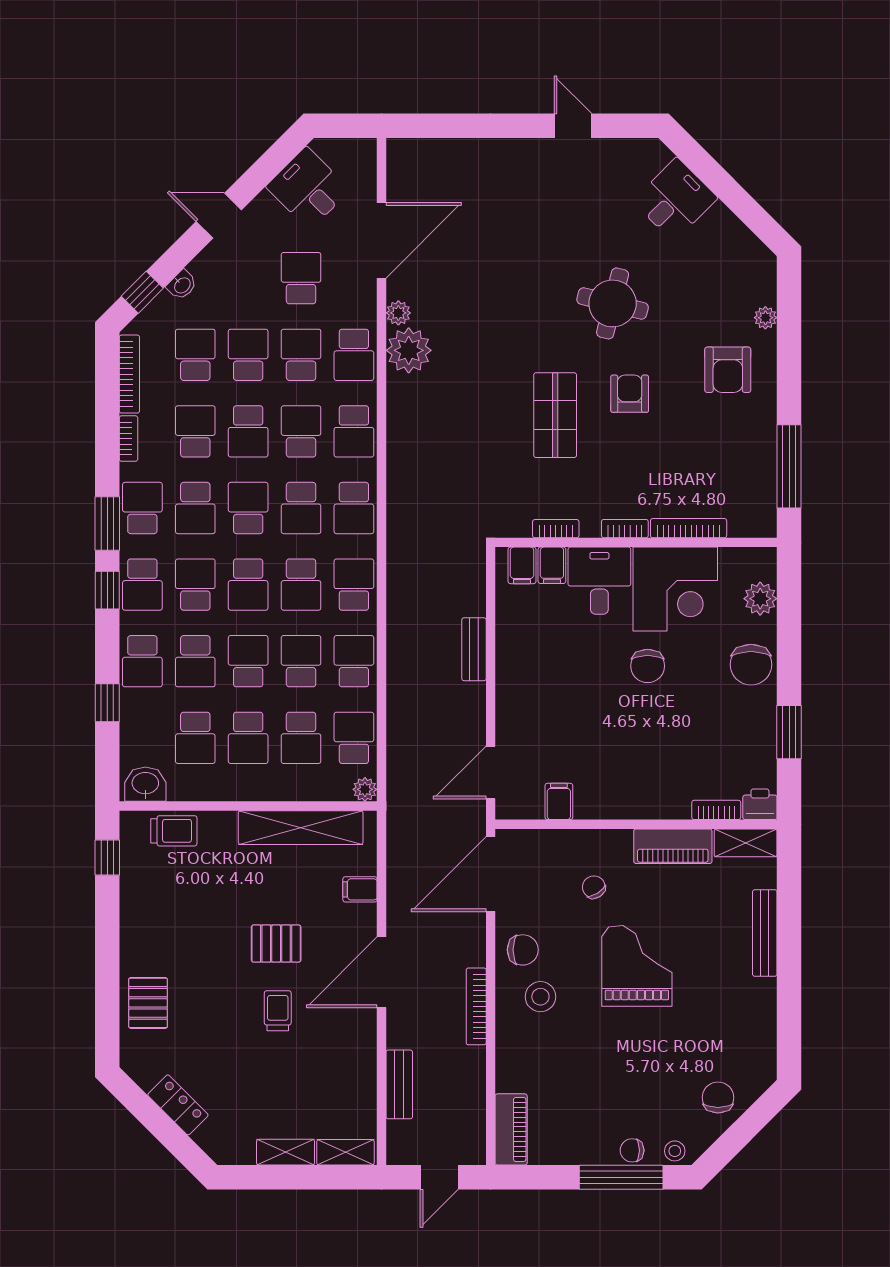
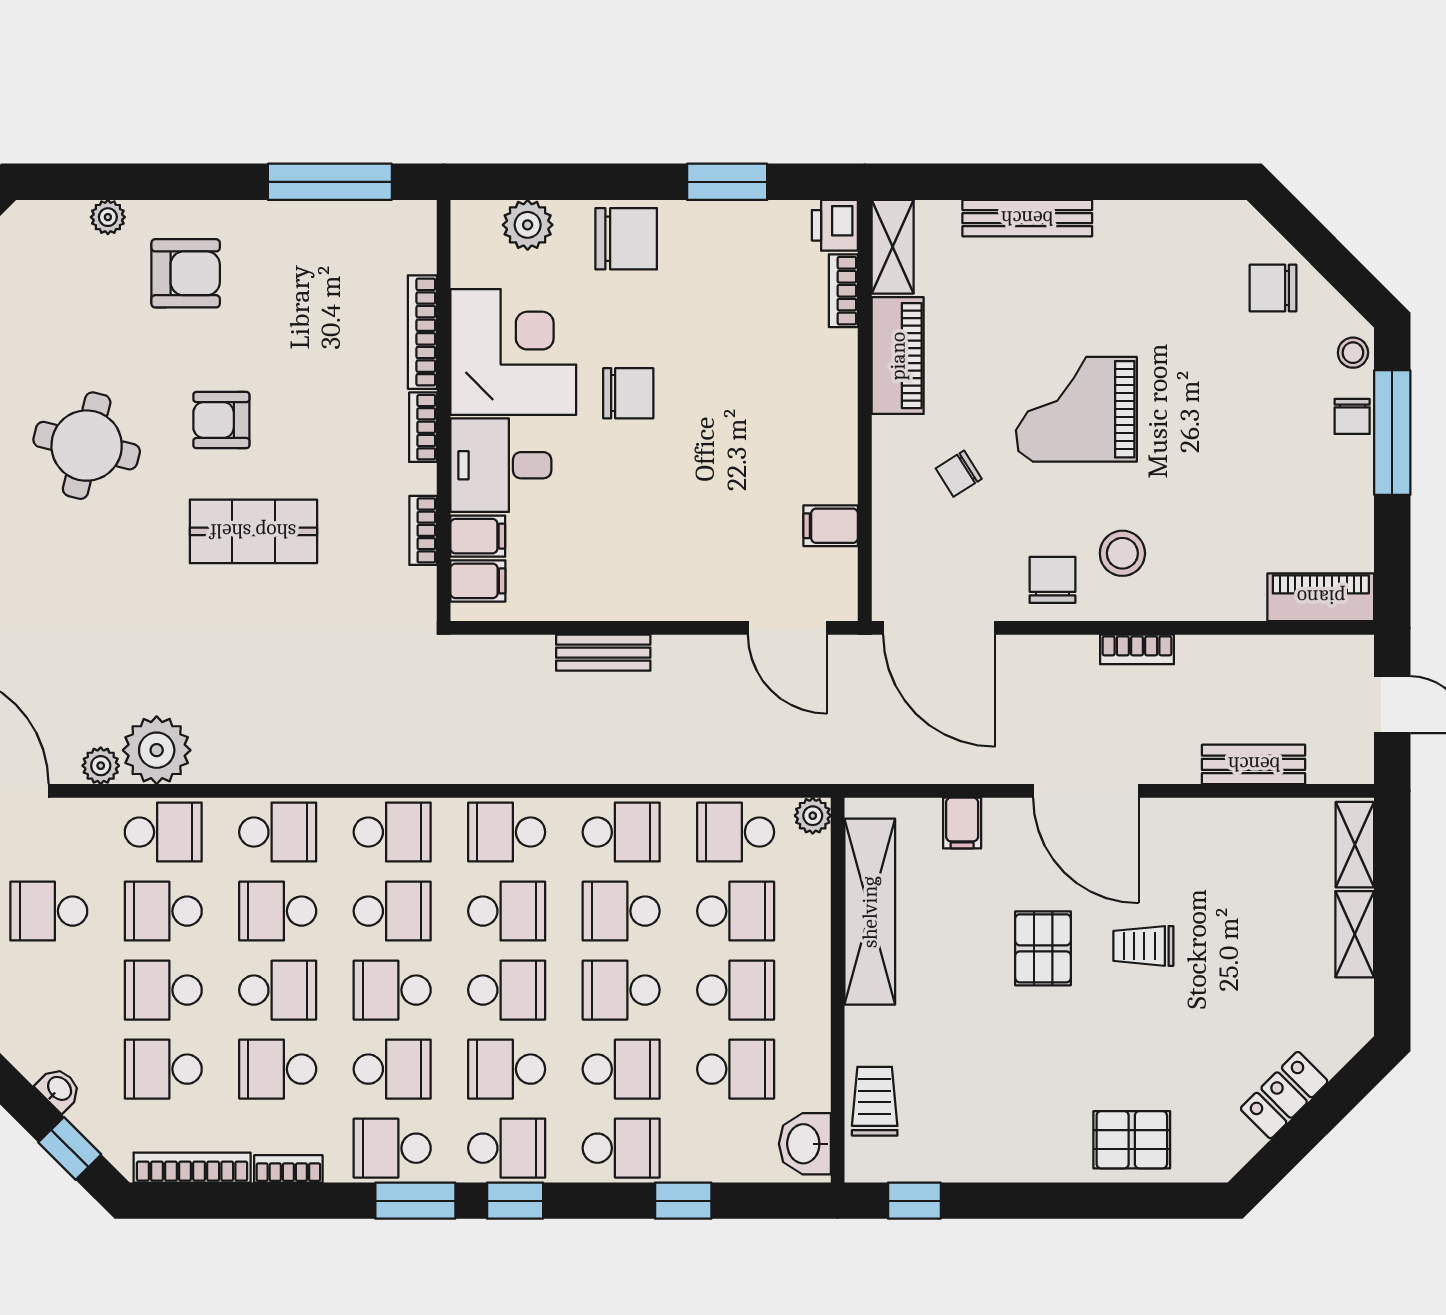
school desk: (354, 661) -> (621, 832), turned 180
bookcase: (476, 1006) -> (1137, 649), width x0.64

